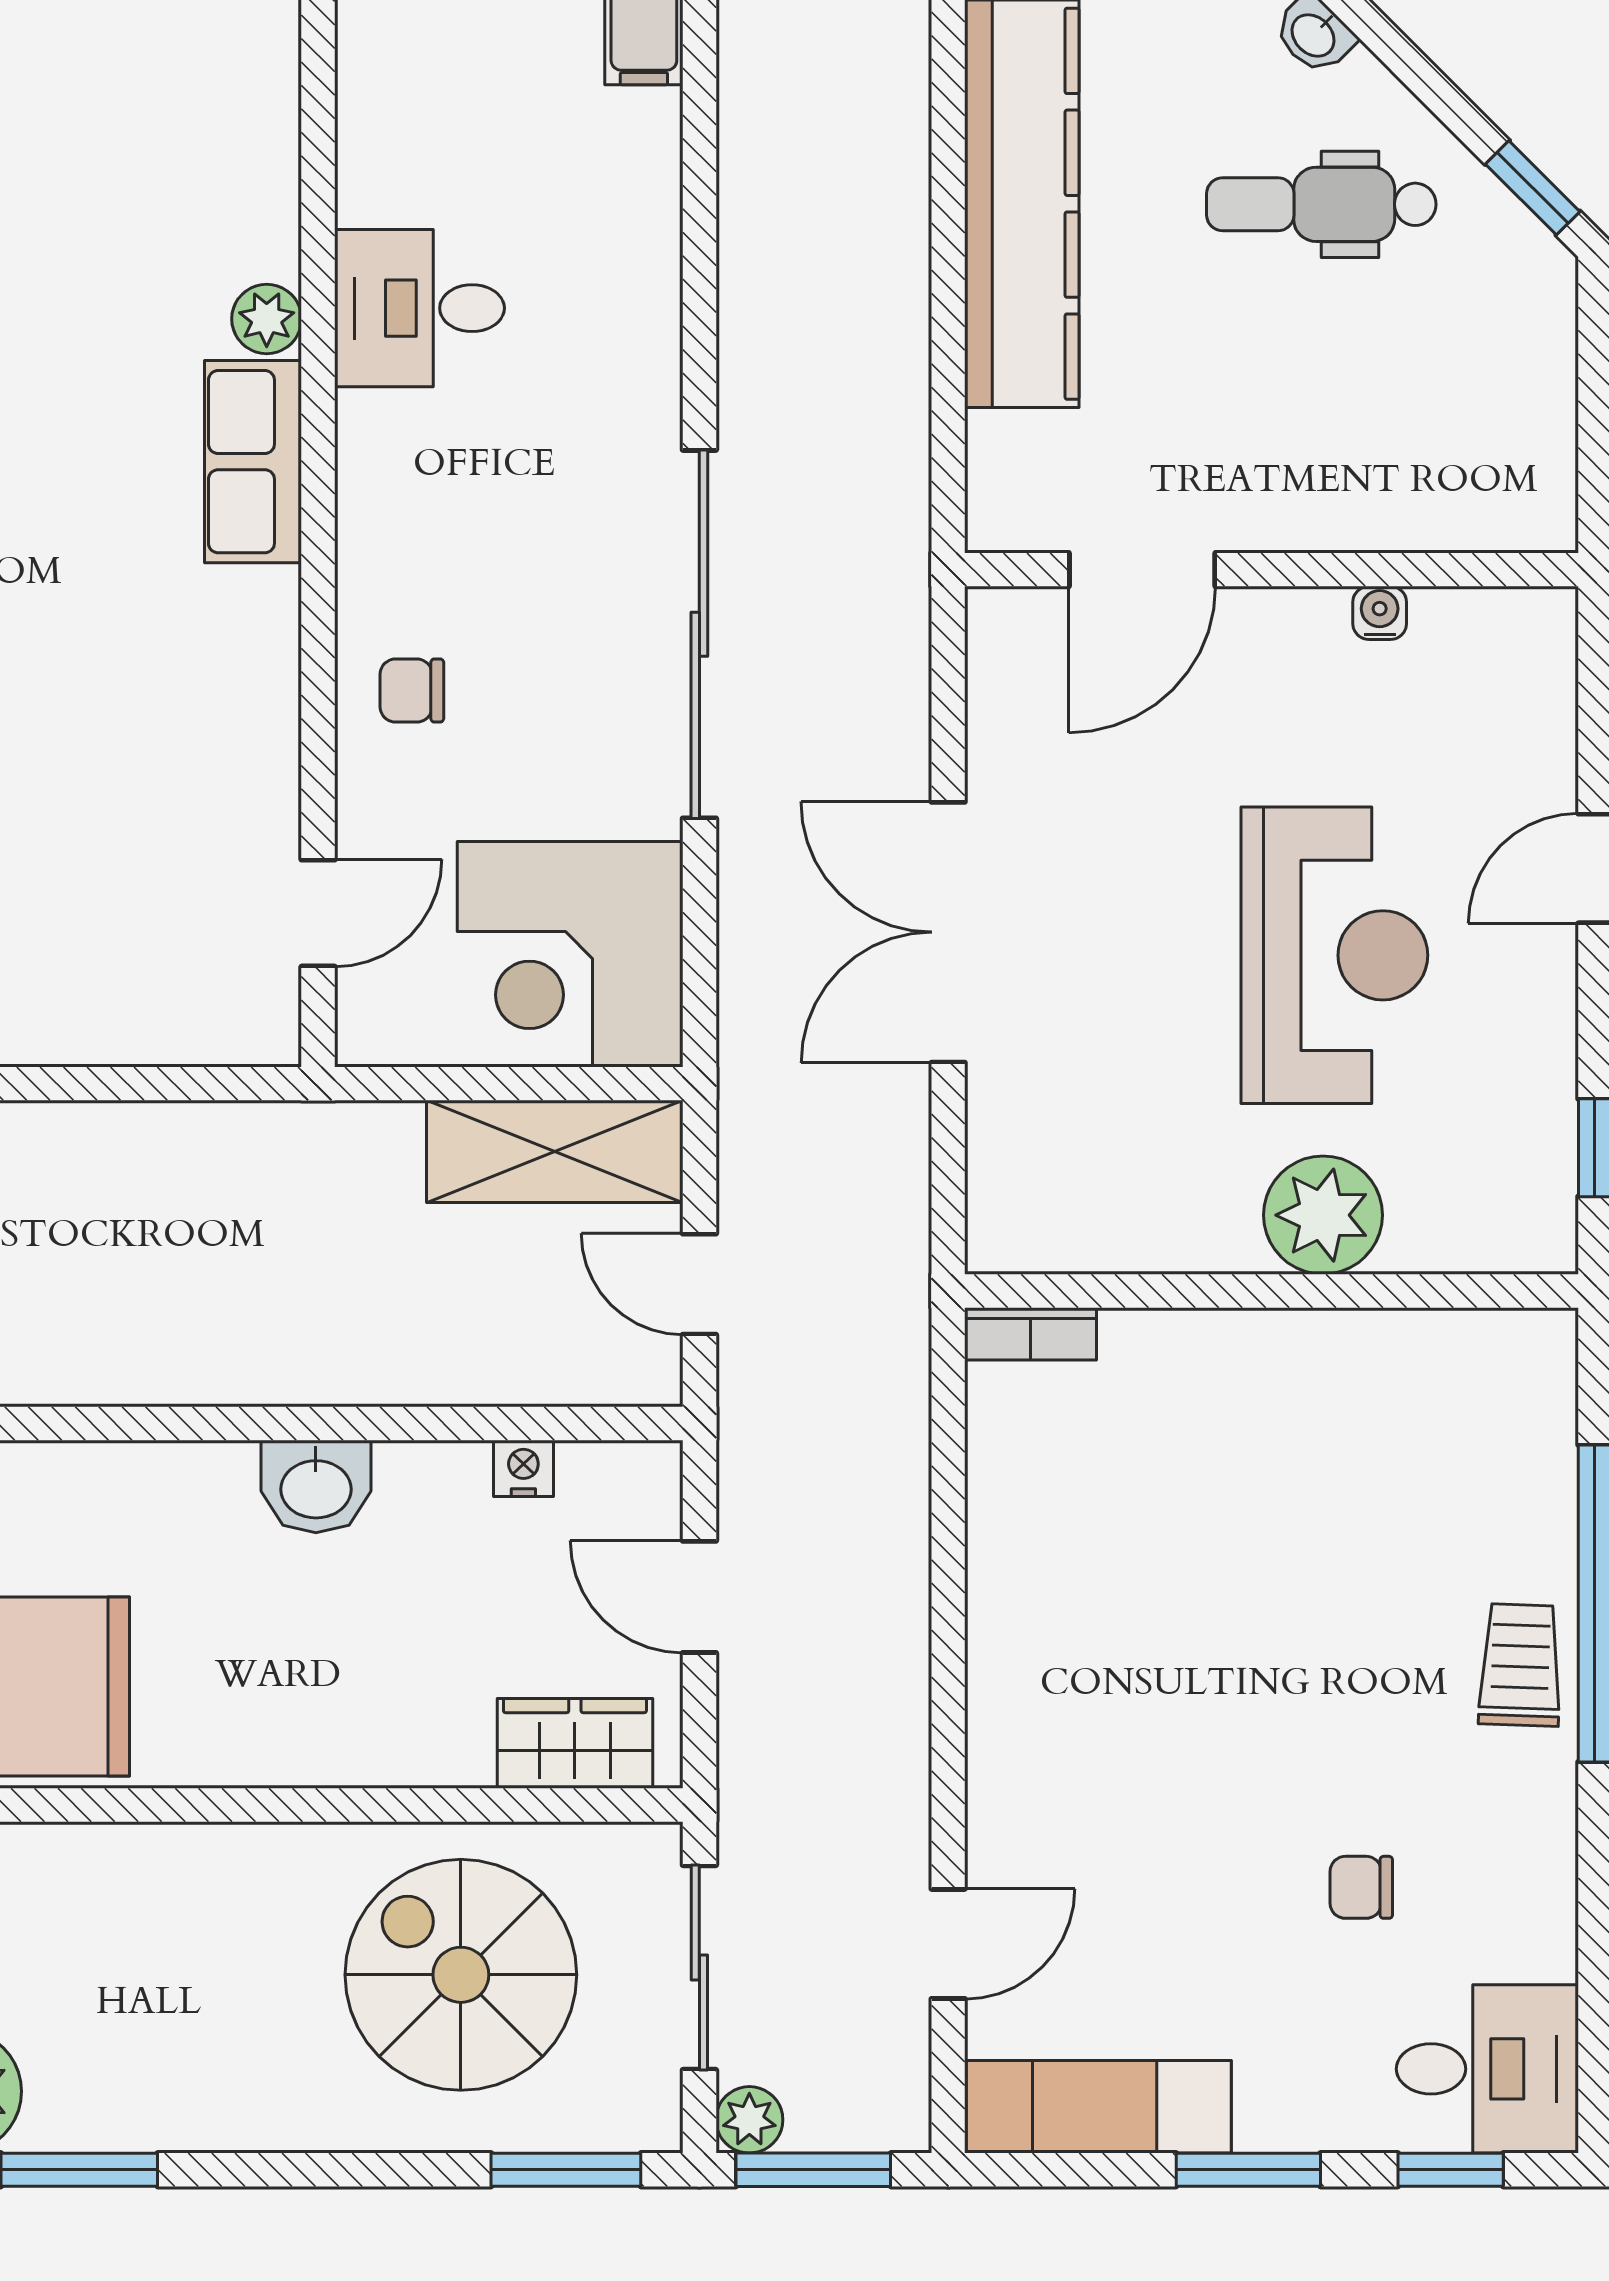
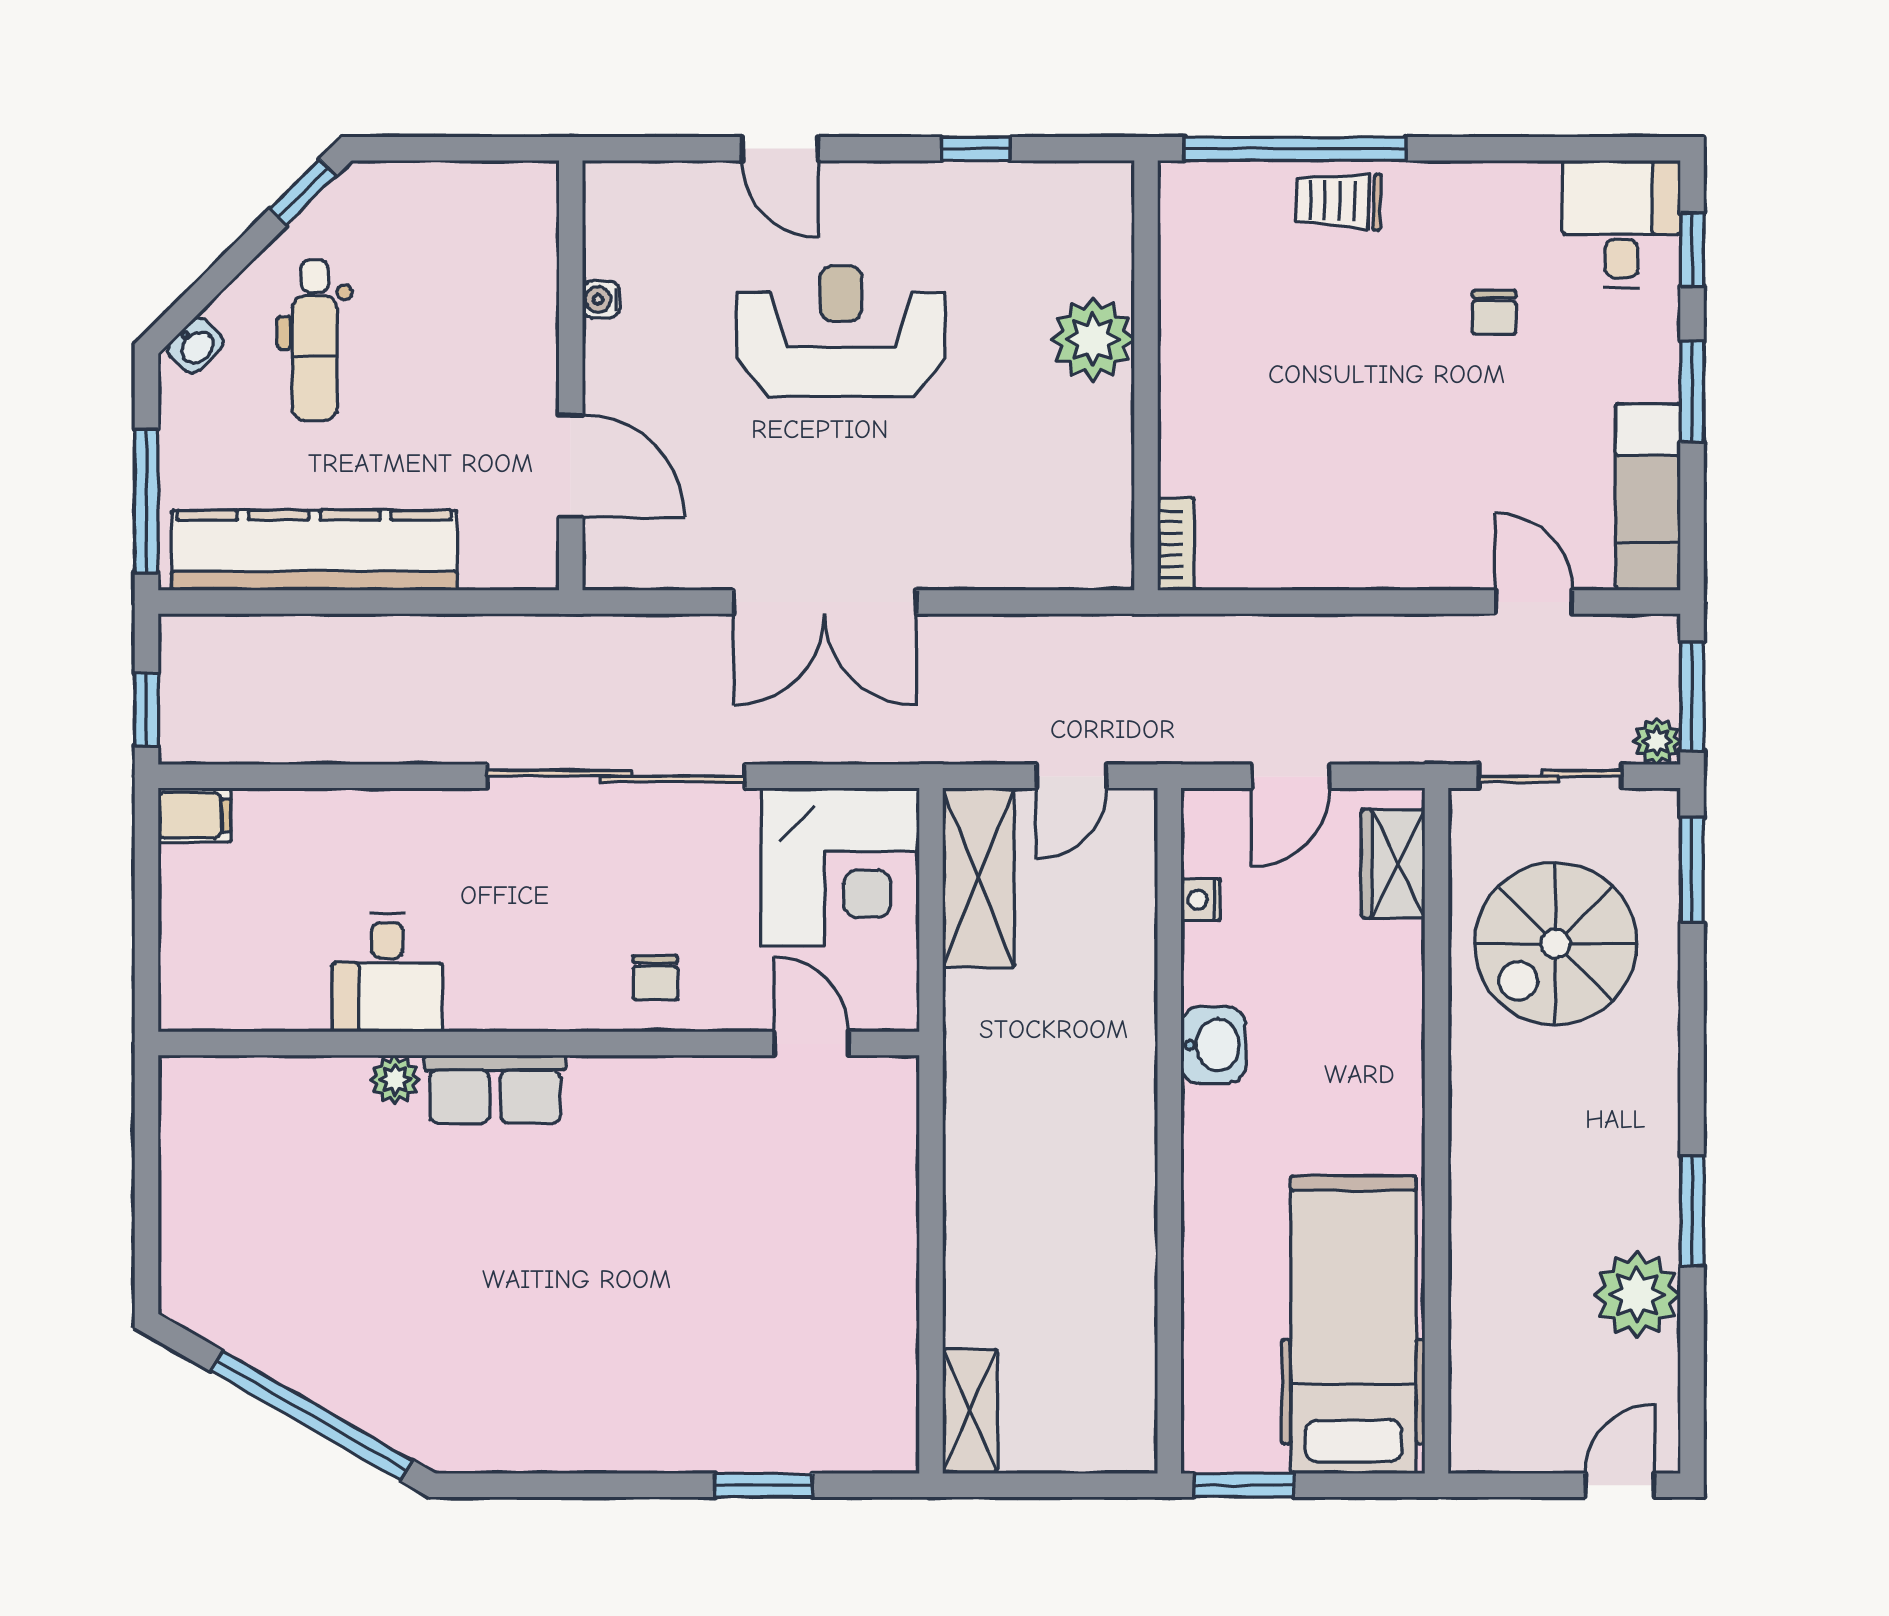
plant: (1323, 1215) -> (1093, 339), moved
wall: (1271, 1291) -> (1146, 375), moved
bookcase: (1031, 1334) -> (1176, 544), moved

